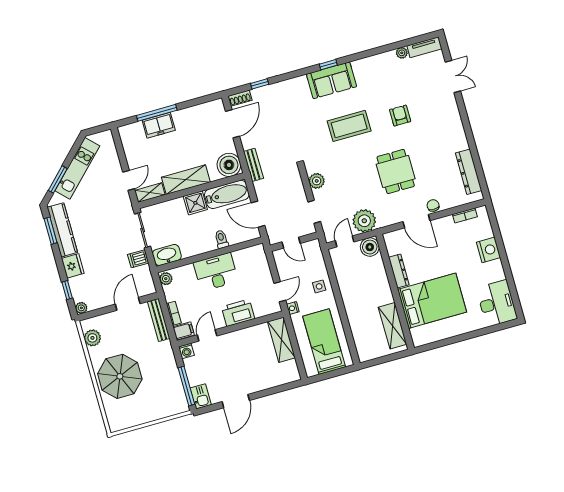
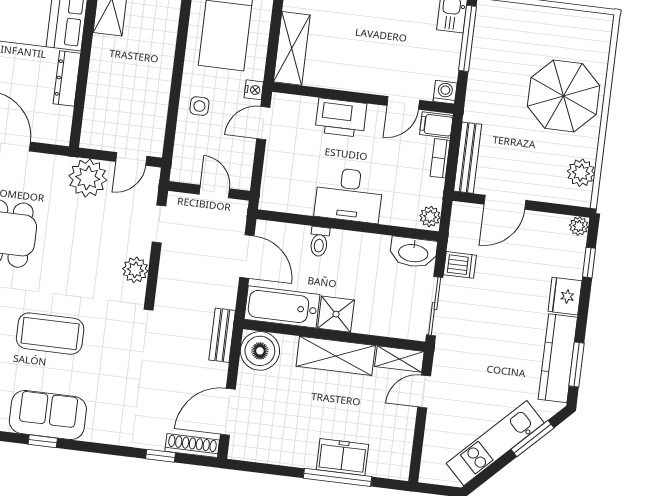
shoe rack: (240, 98) -> (192, 446), width x1.43
boiler: (370, 247) -> (96, 134), removed

